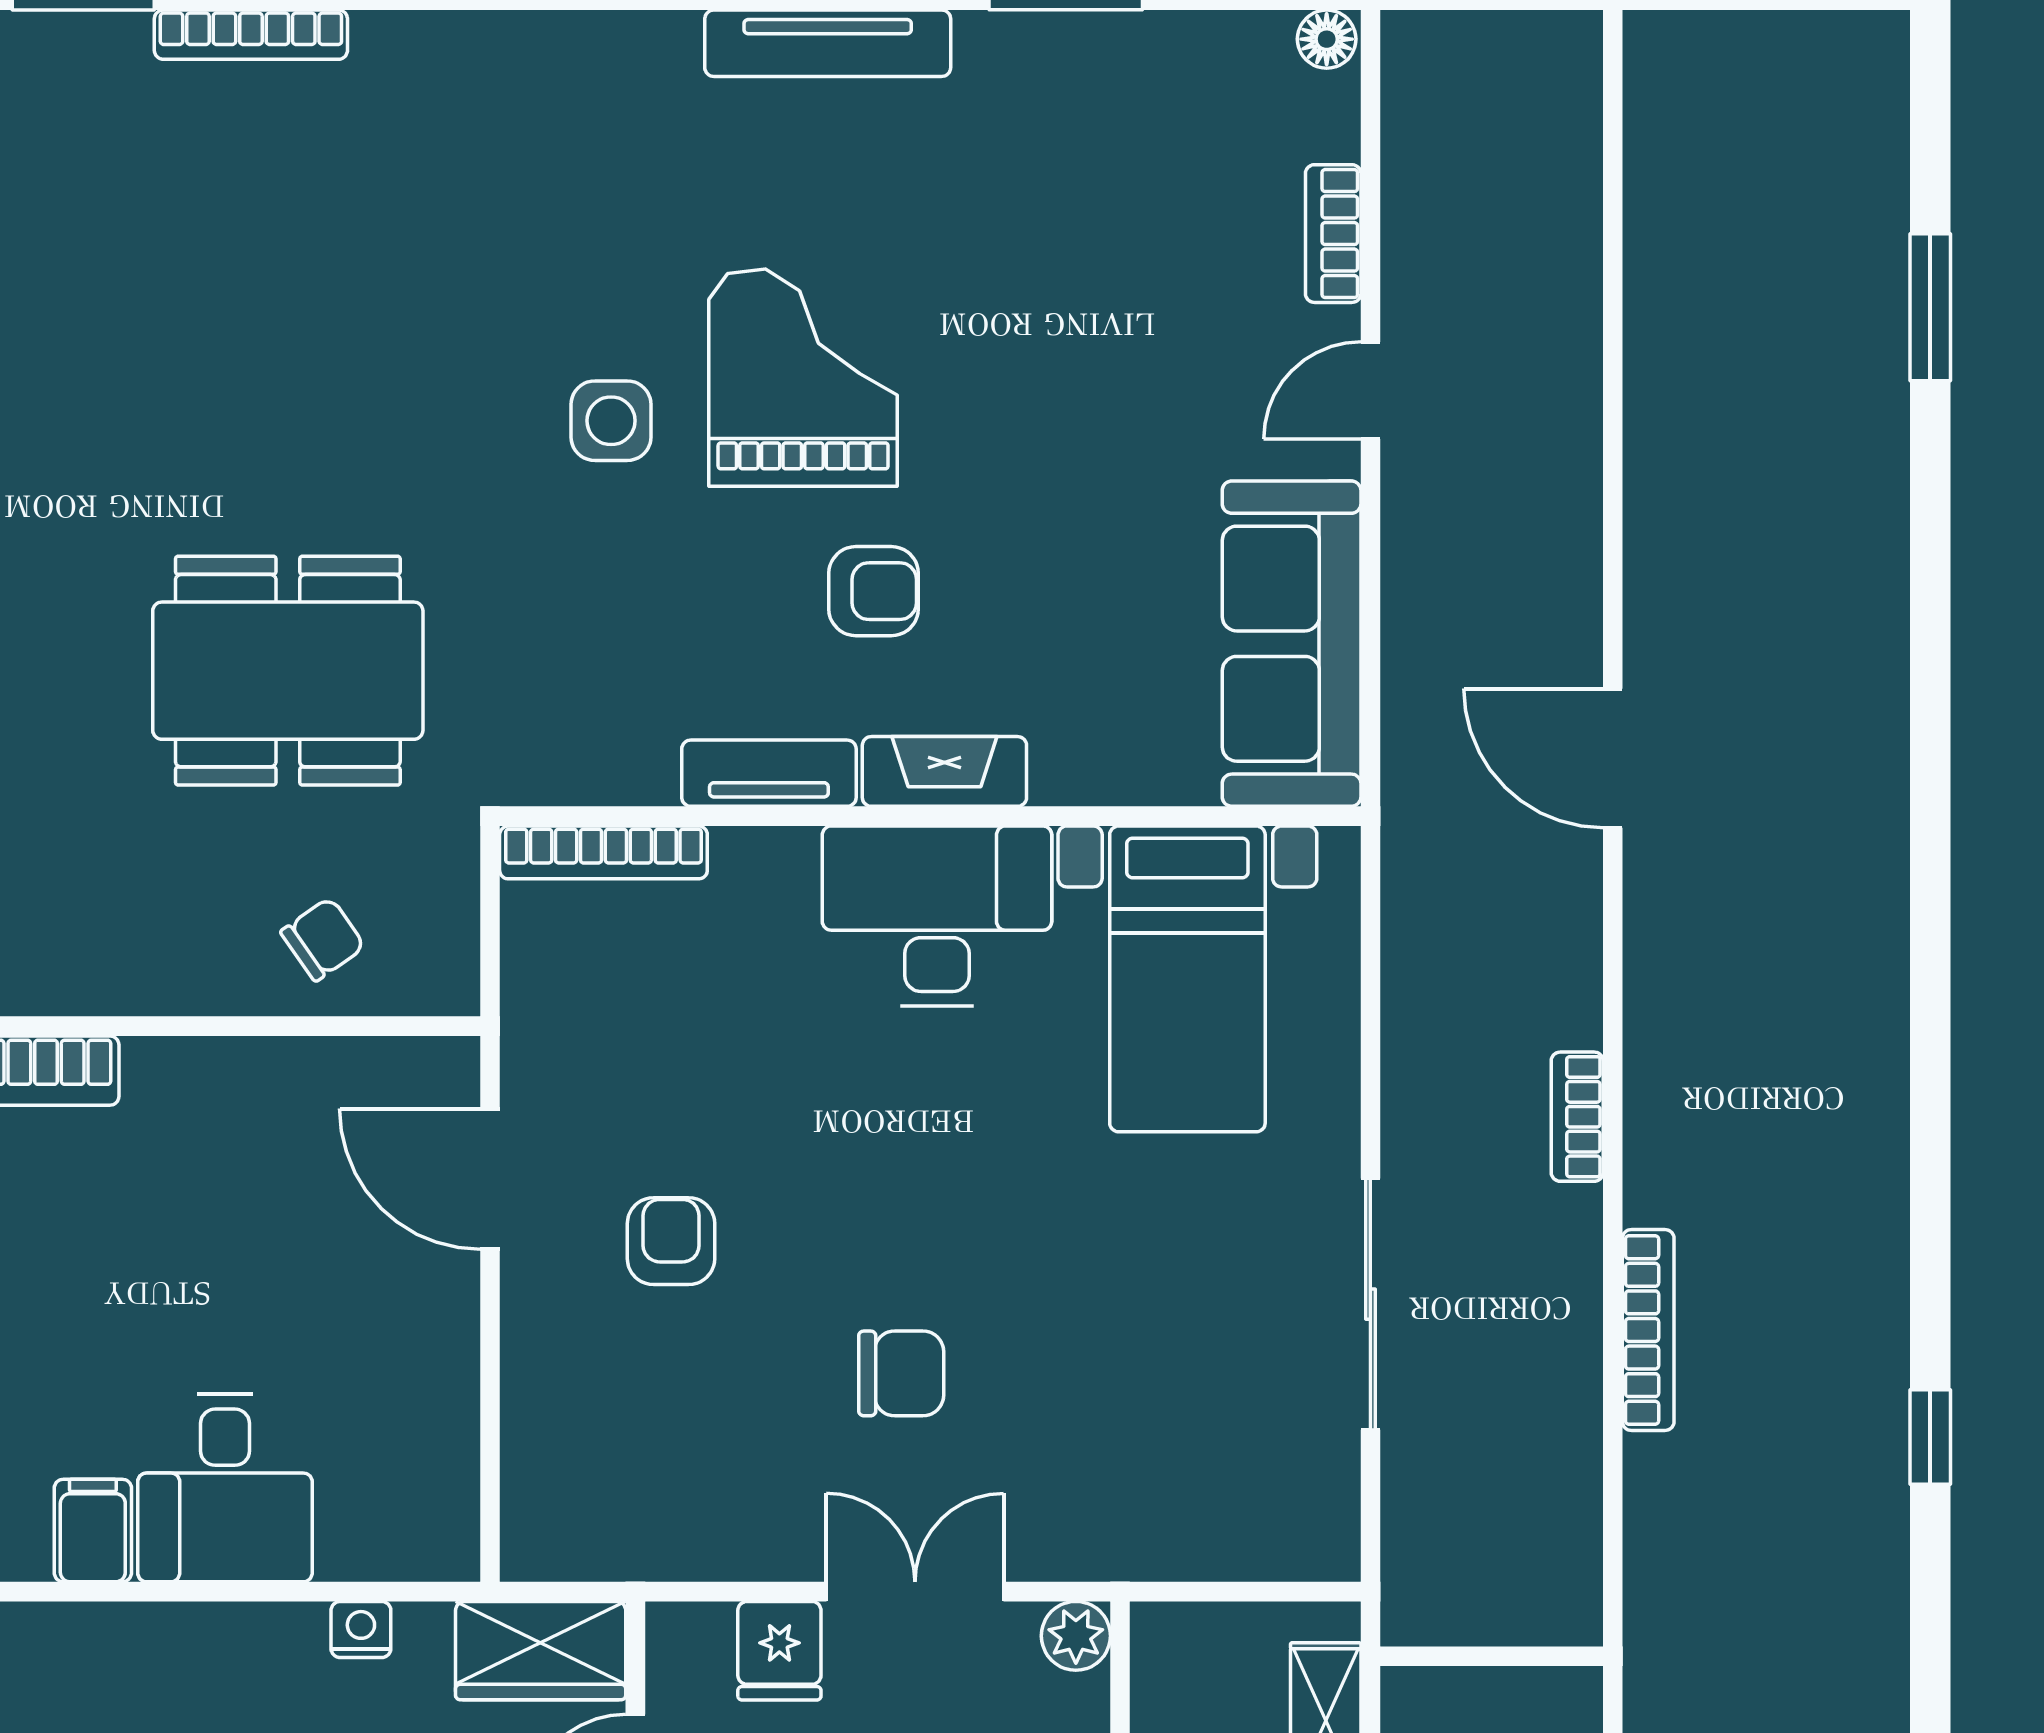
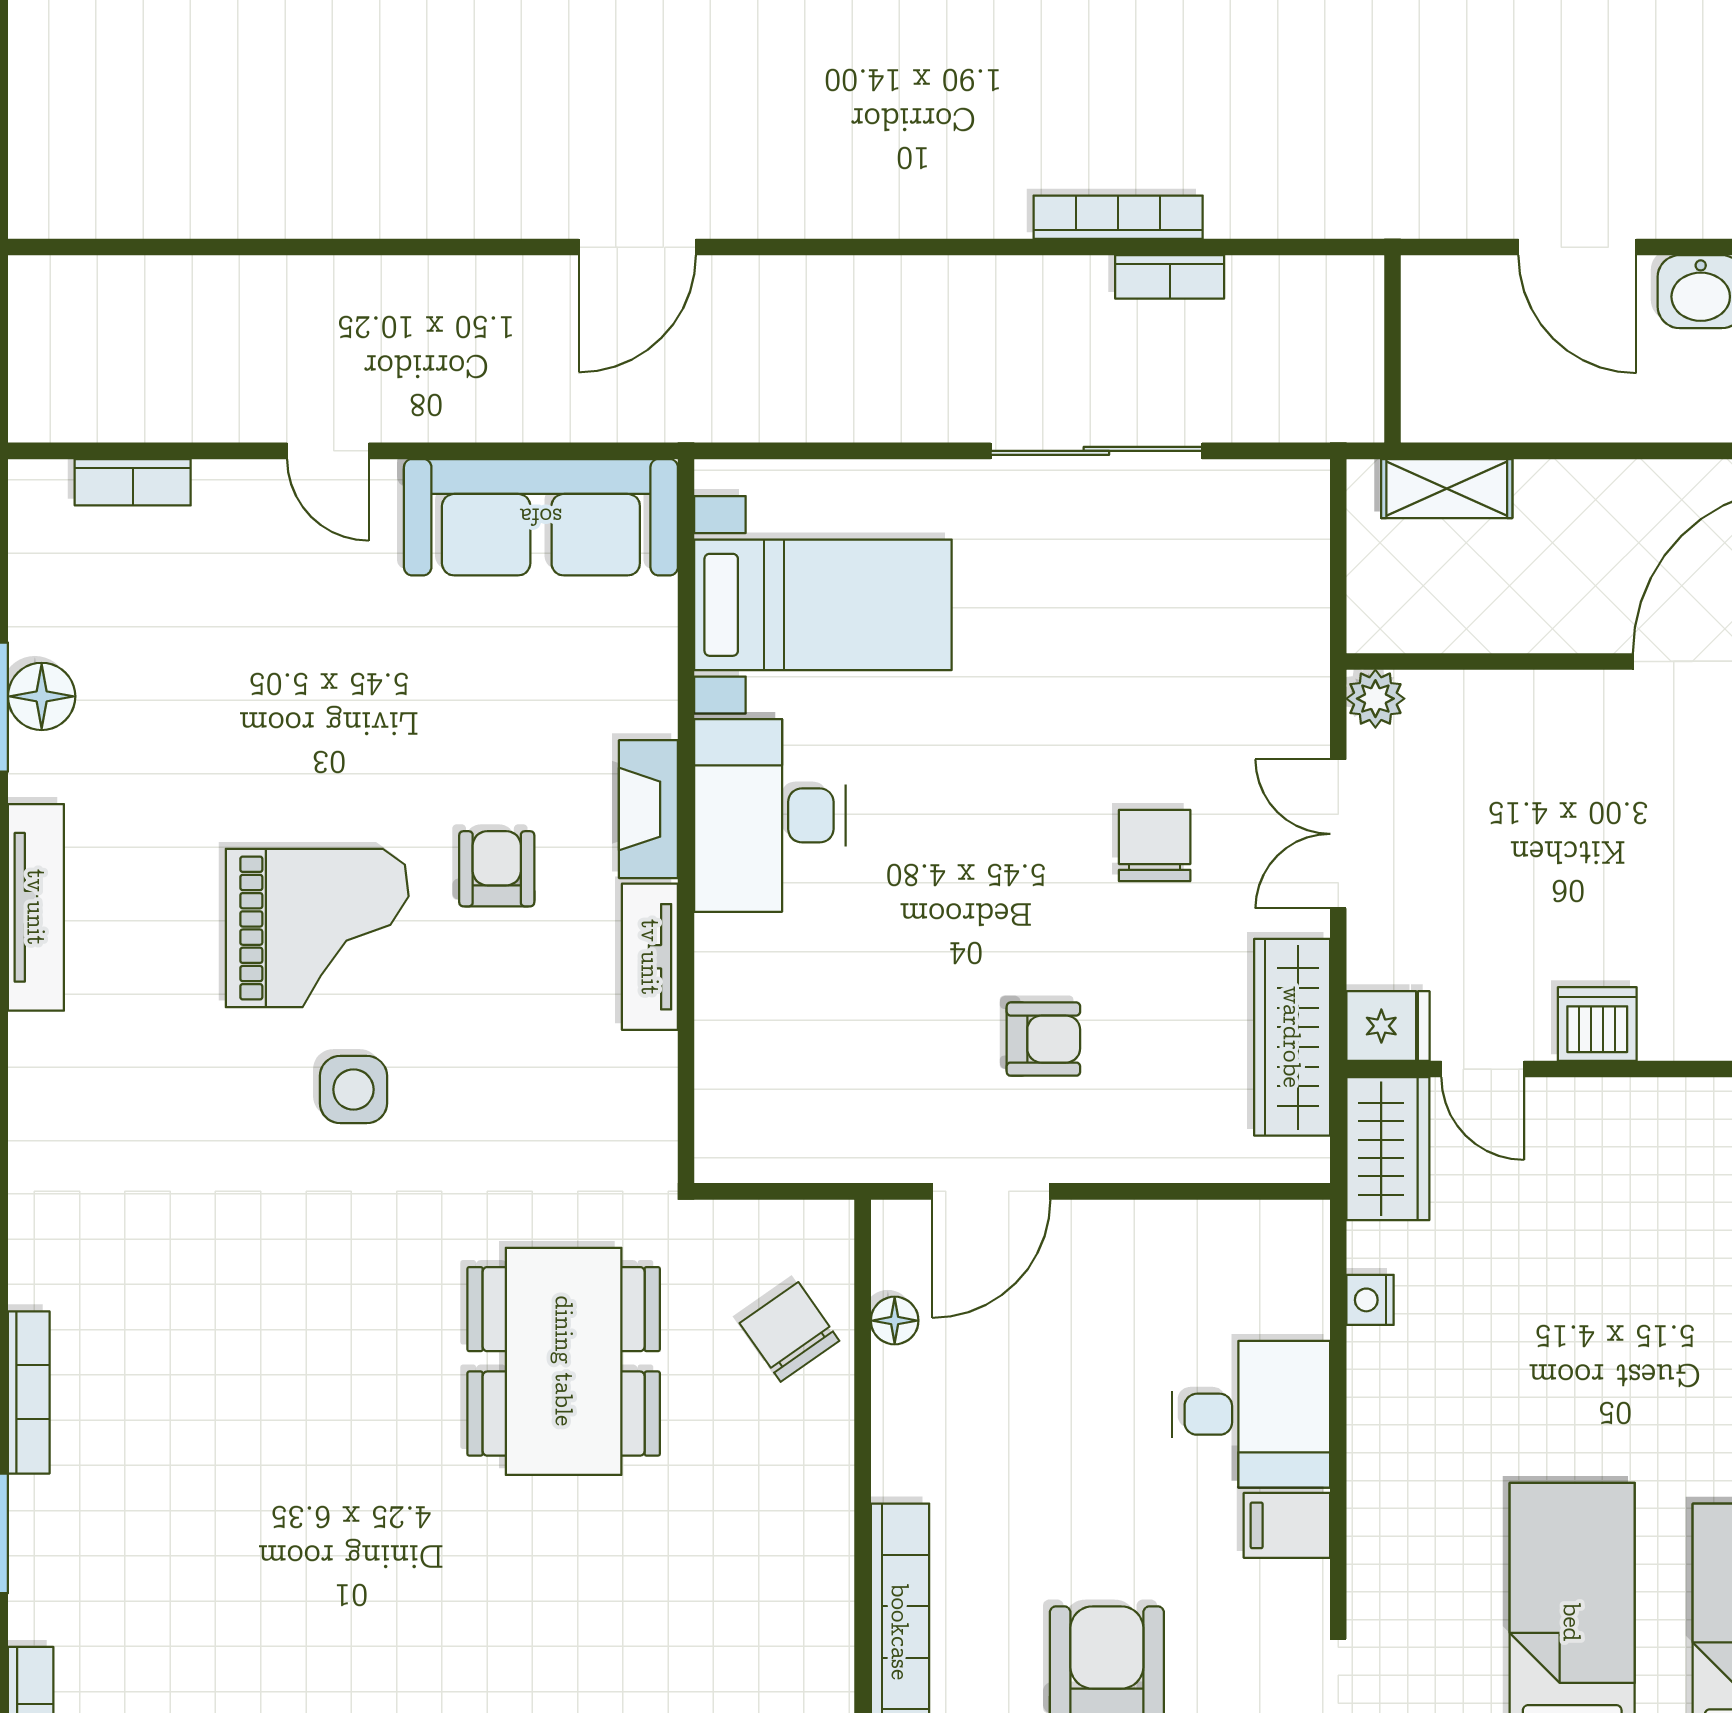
floor lamp: (1327, 39) -> (42, 696), moved, width x1.37, depth x1.37
bookcase: (1333, 234) -> (133, 482), moved
grand piano: (803, 378) -> (317, 928), turned 180
bookcase: (603, 852) -> (717, 1096), removed
chair: (323, 939) -> (789, 1332), width x1.37, depth x1.37
floor lamp: (336, 1064) -> (895, 1321), added
bookcase: (1577, 1117) -> (1170, 277), moved
armchair: (671, 1241) -> (1043, 1039), turned 180
wardrobe: (673, 1537) -> (1292, 1037), added
fridge: (779, 1651) -> (1388, 1026), moved

